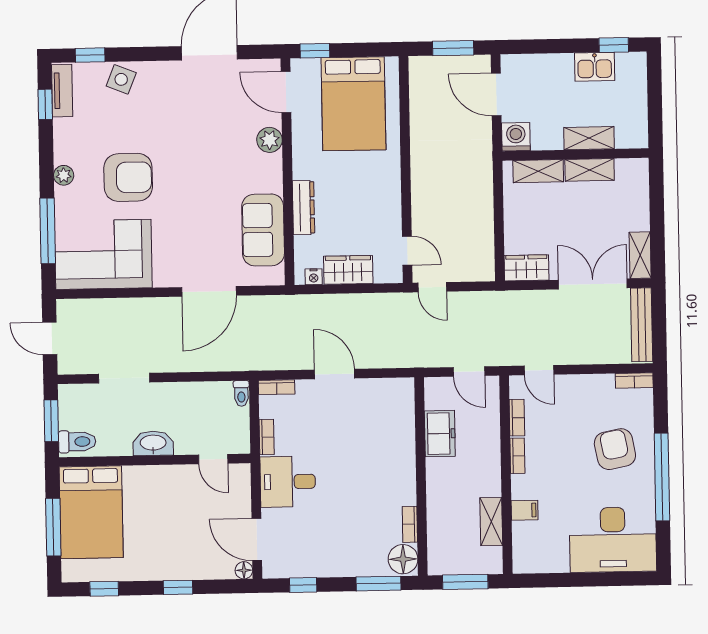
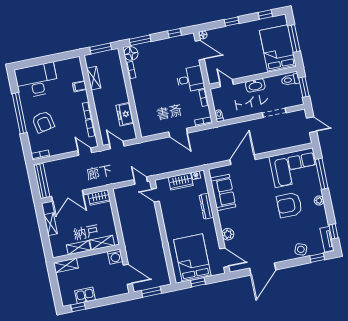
window: (315, 51) -> (198, 282), moved
shelving: (589, 138) -> (66, 265), moved
shelving: (640, 255) -> (51, 224), moved

